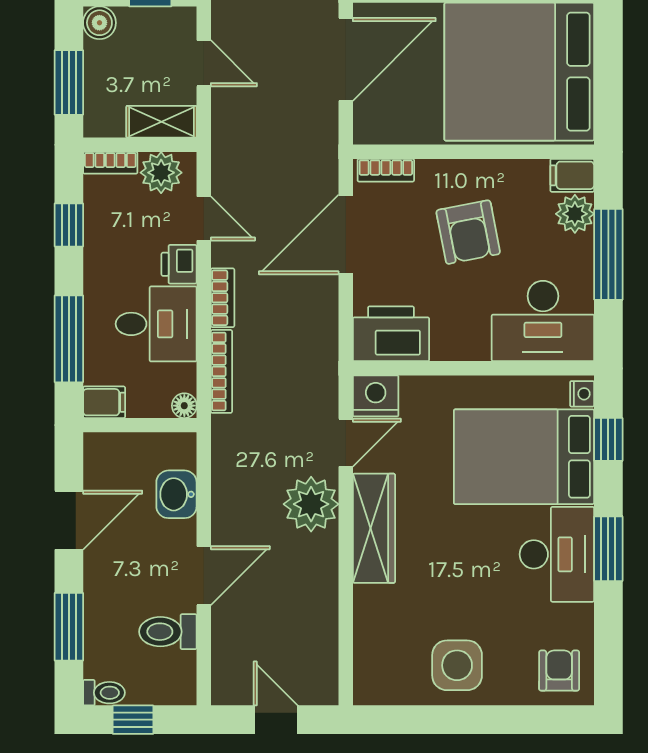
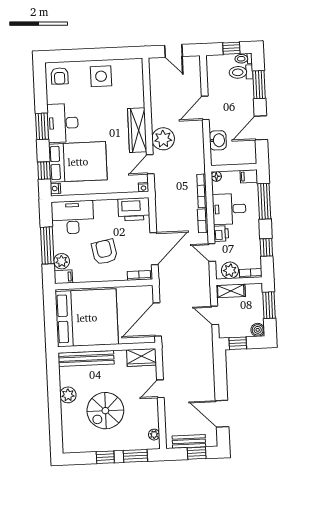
nightstand: (376, 396) -> (143, 187), width x0.53, depth x0.56
toilet: (168, 632) -> (241, 72), moved, turned 180

